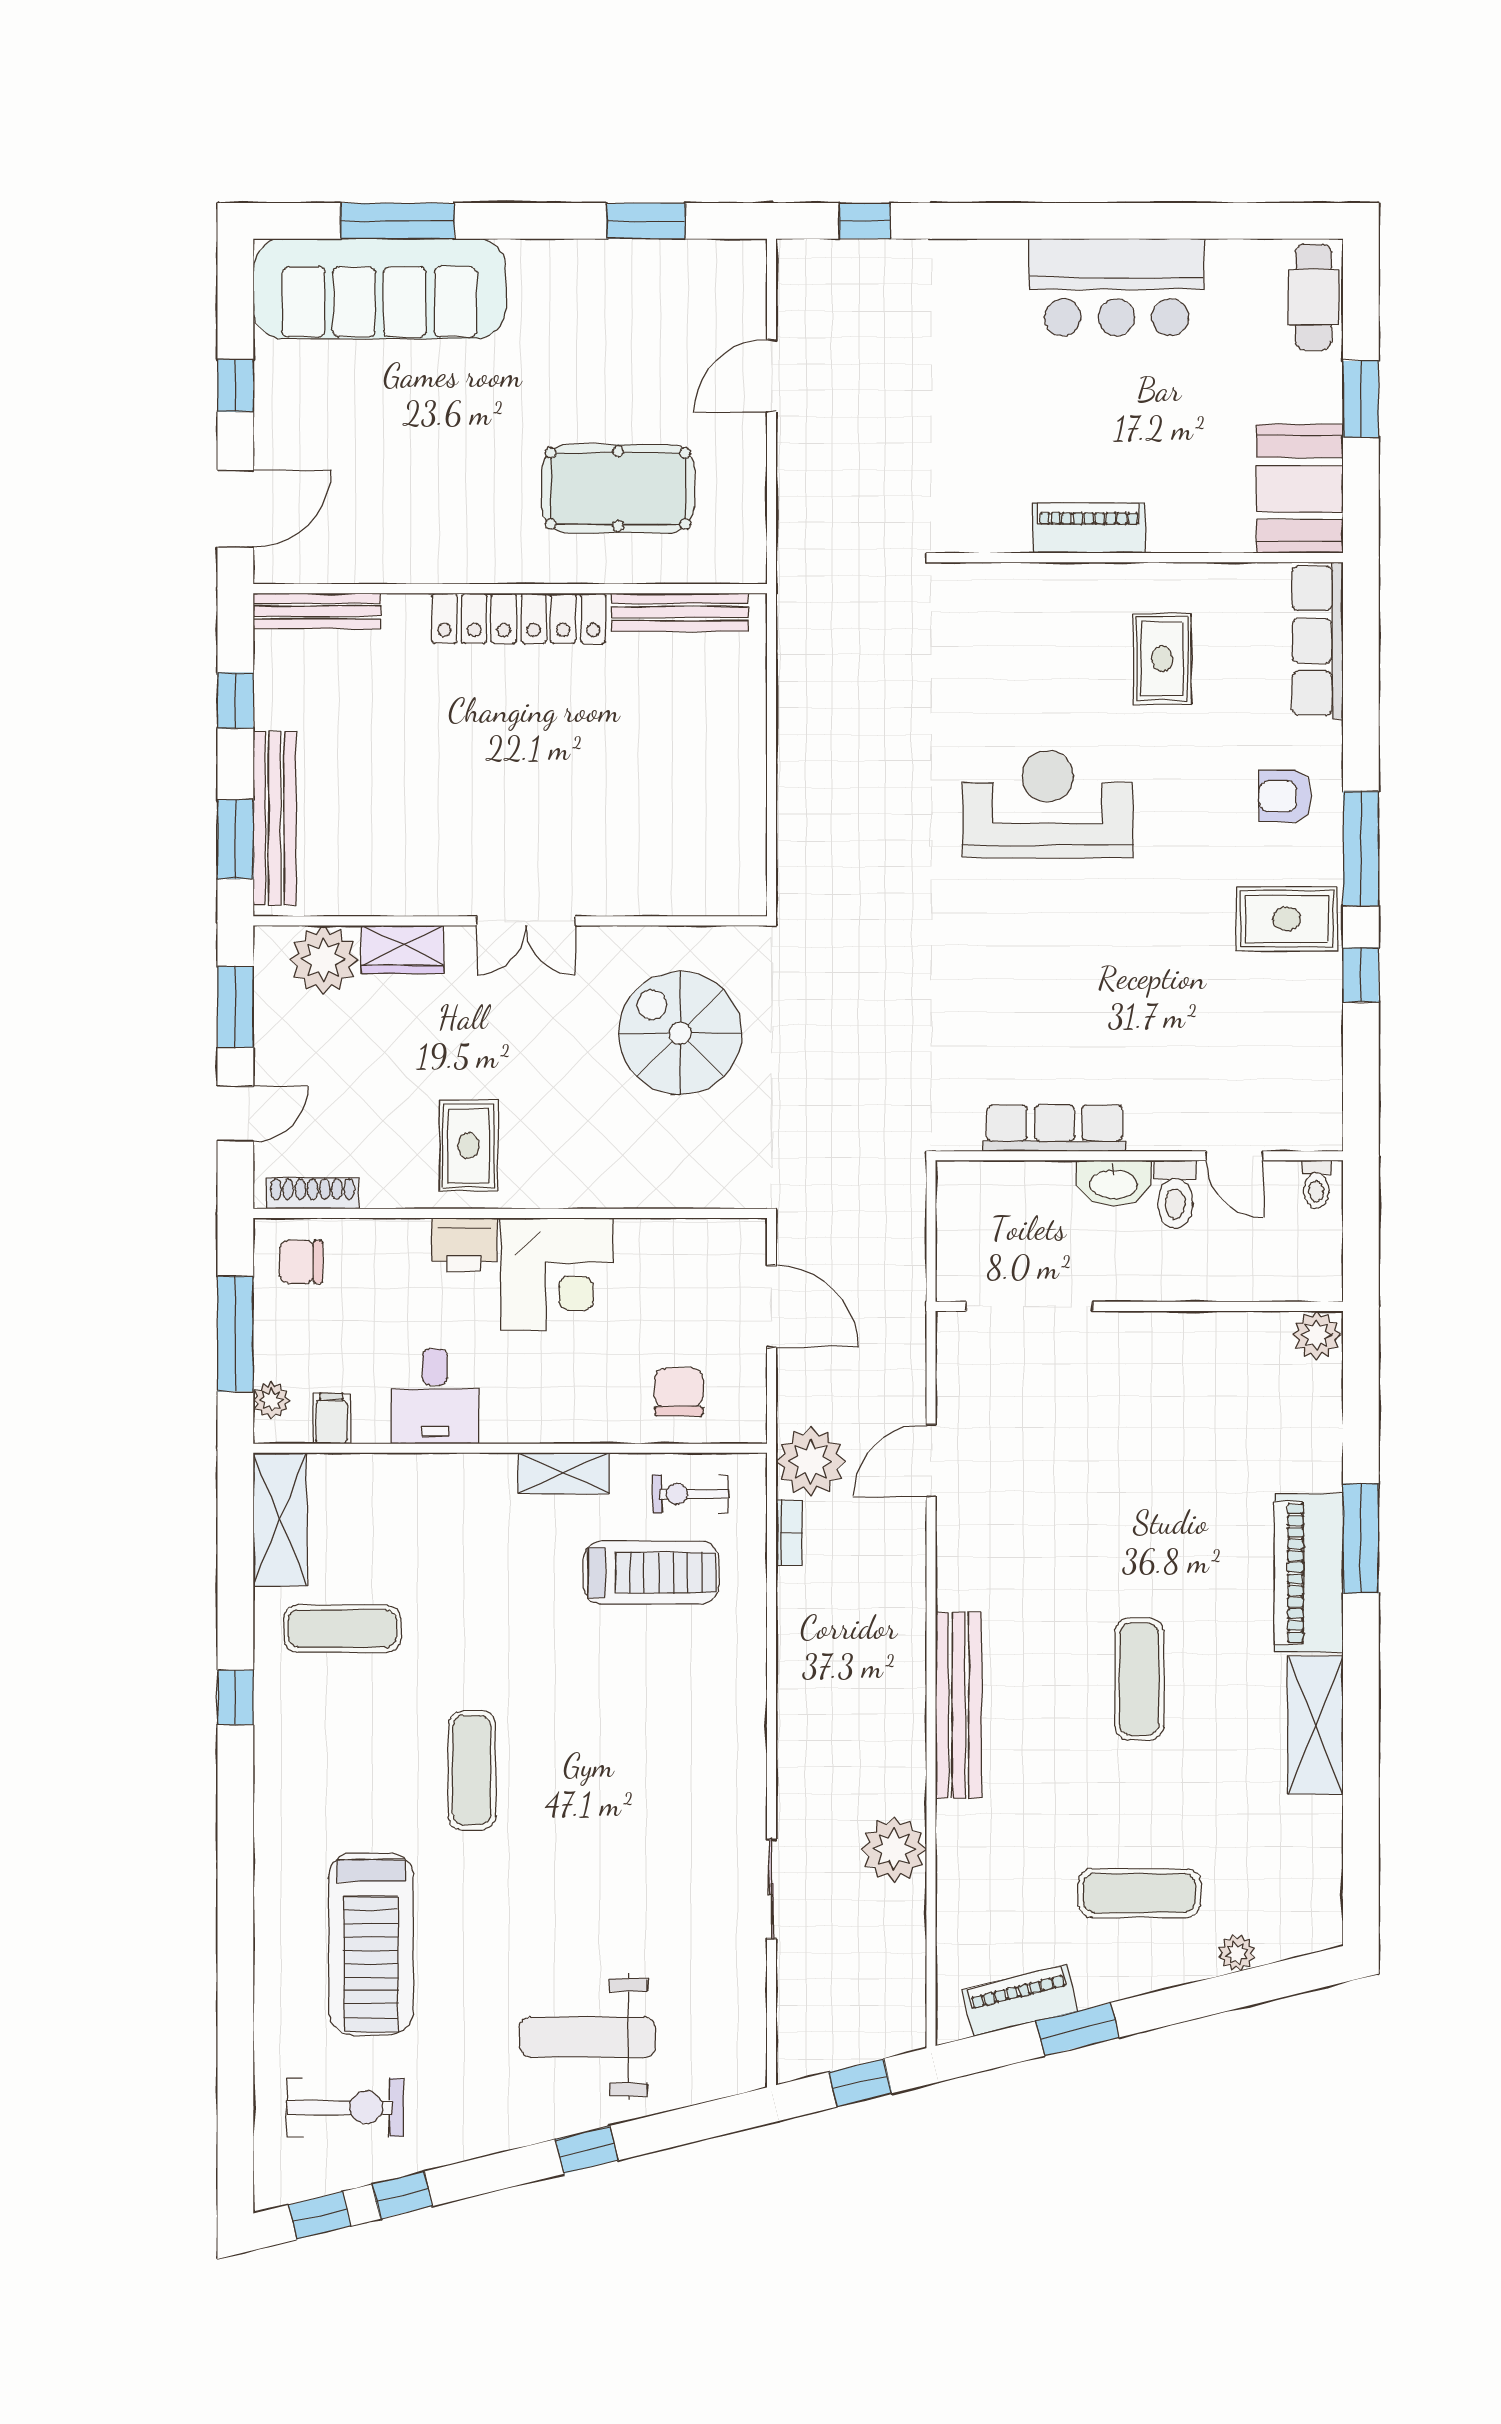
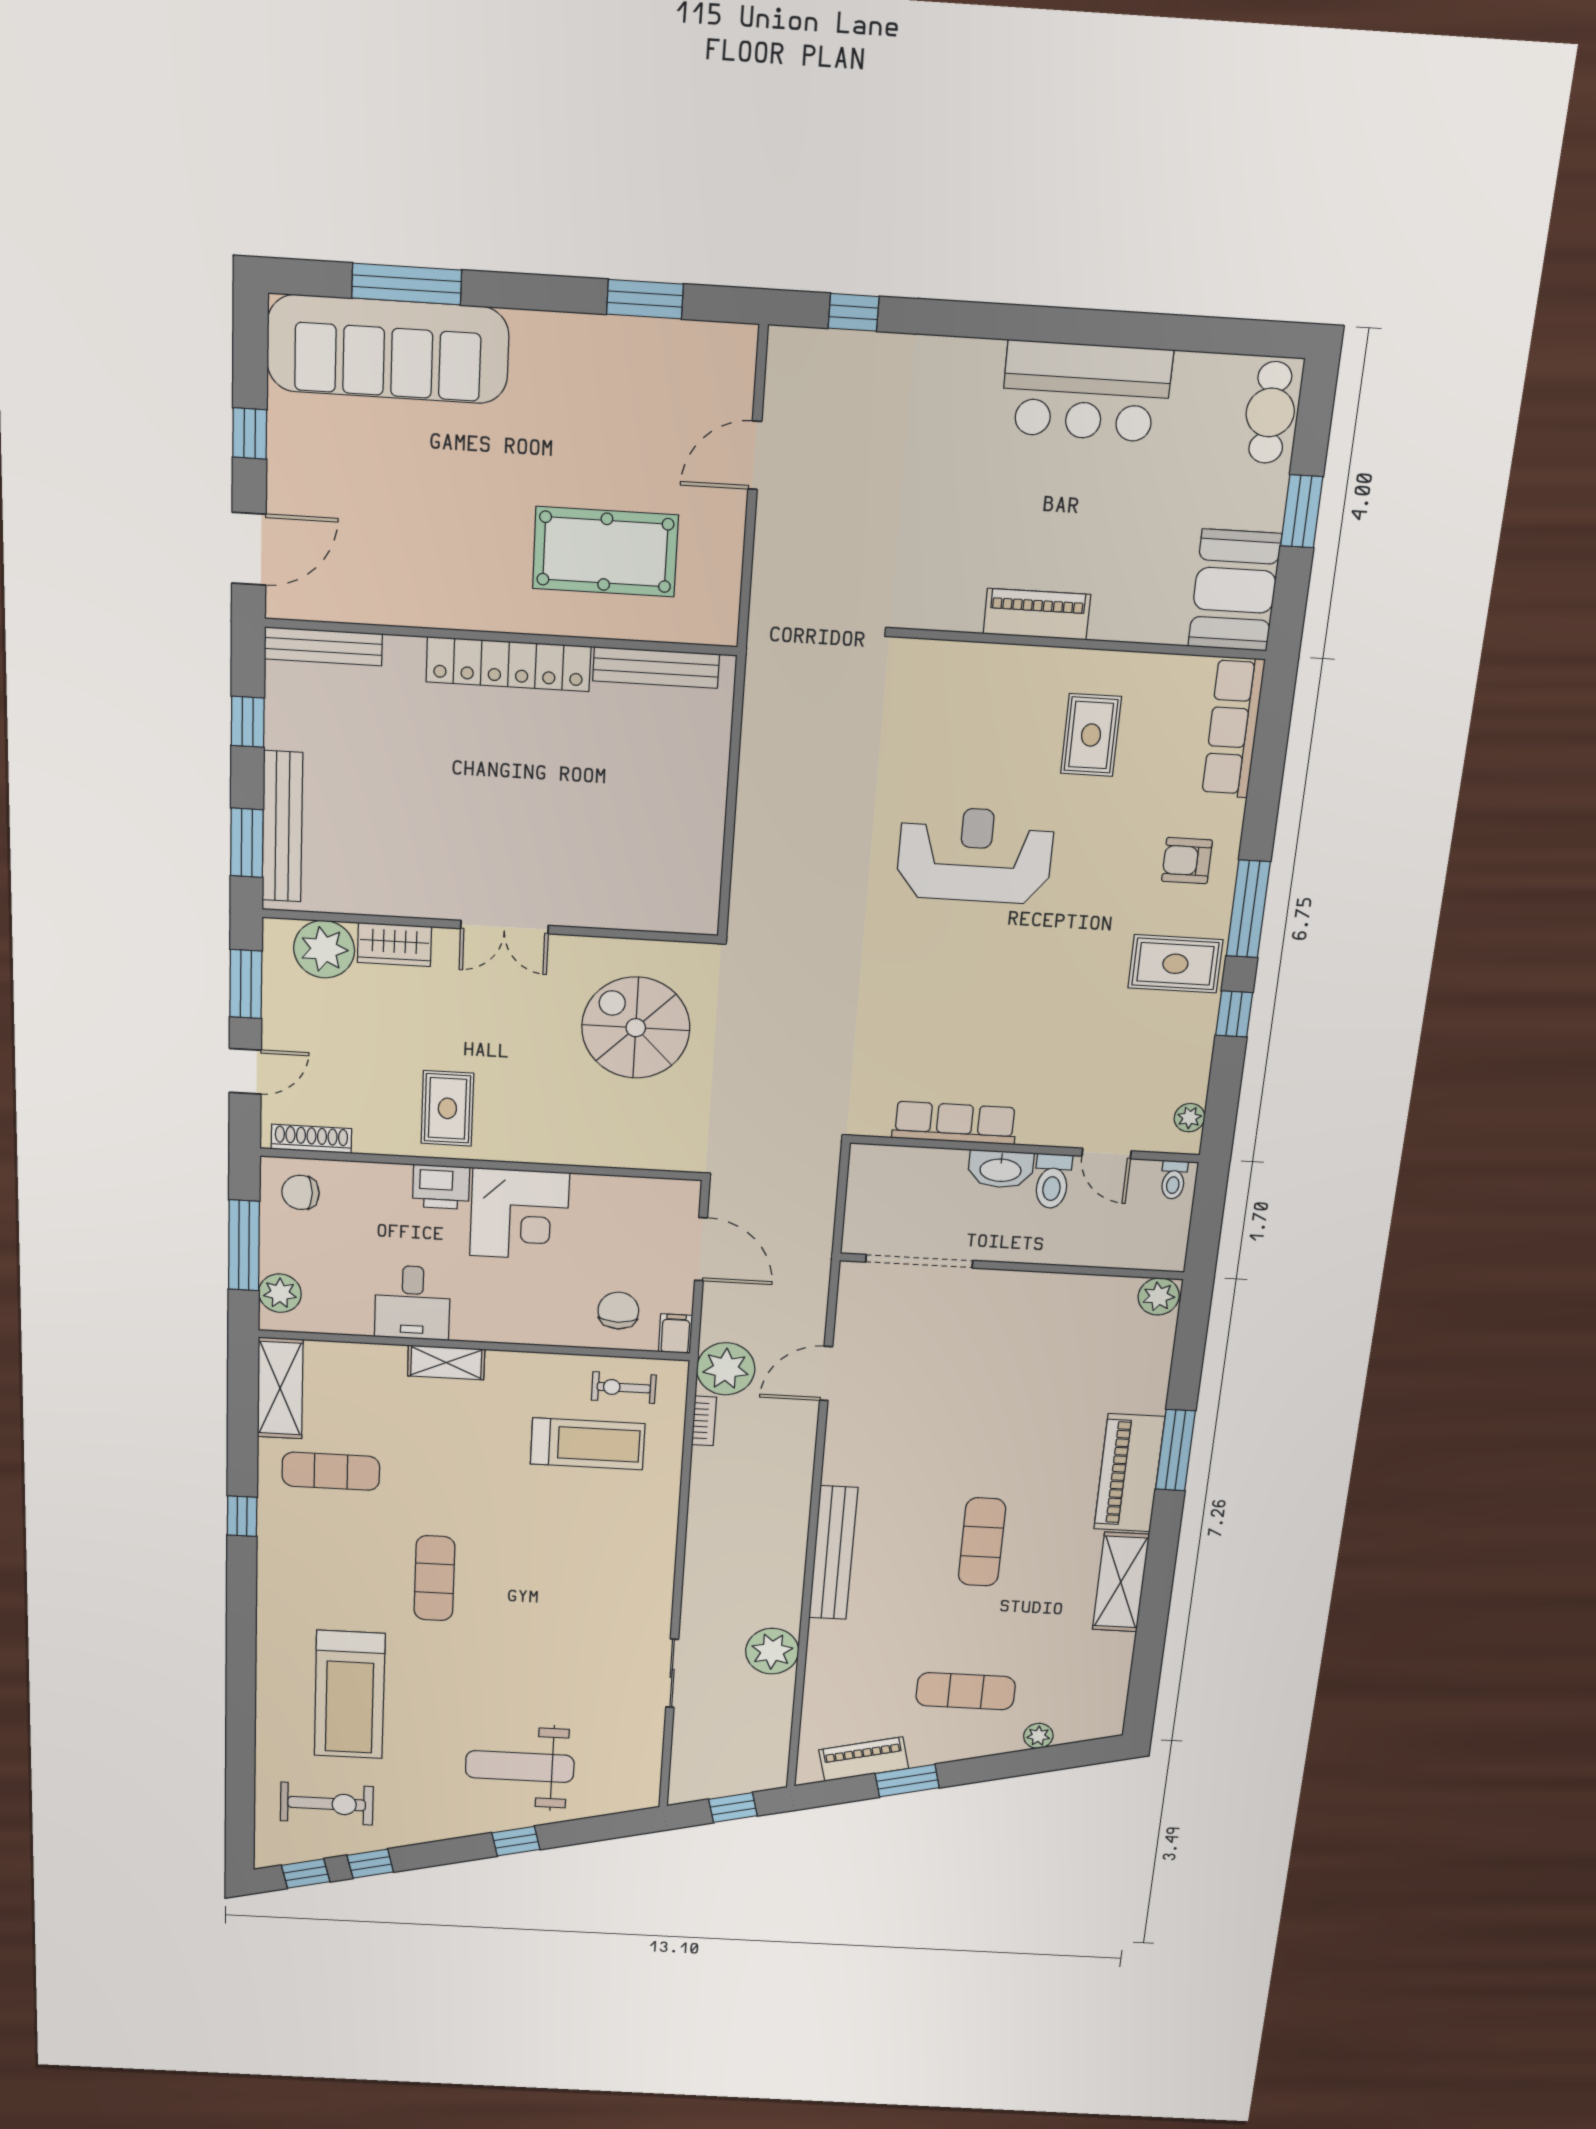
plant: (1325, 1105) -> (1189, 1118), added
plant: (271, 1400) -> (280, 1293), width x1.38, depth x1.38
filing cabinet: (332, 1418) -> (675, 1334), moved
shelving: (564, 1473) -> (446, 1363), moved

